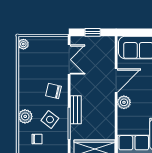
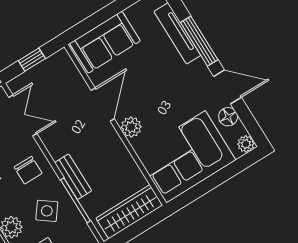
chair: (53, 91) -> (28, 170), turned -103

